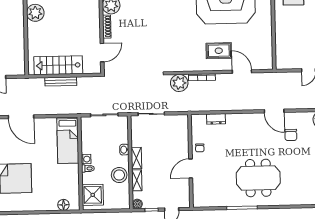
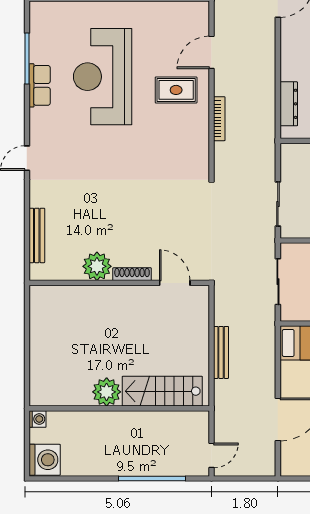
rug: (219, 51) -> (176, 90), turned 90
stairs: (58, 65) -> (162, 391), moved, turned 90
plant: (179, 83) -> (228, 157), removed
dresser: (216, 119) -> (289, 104), width x1.44

